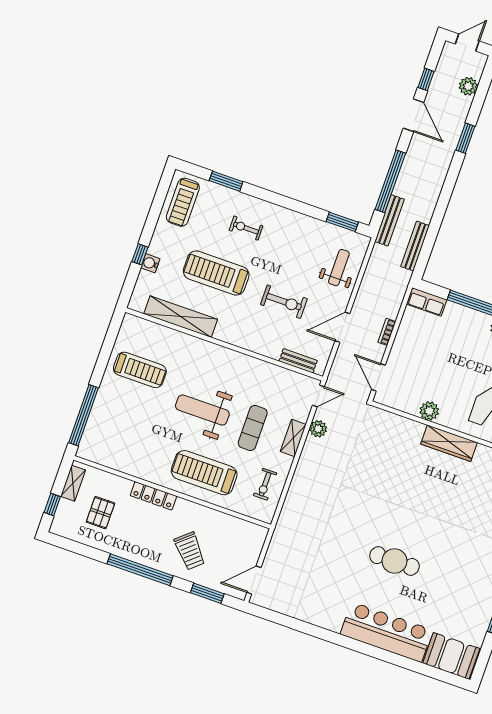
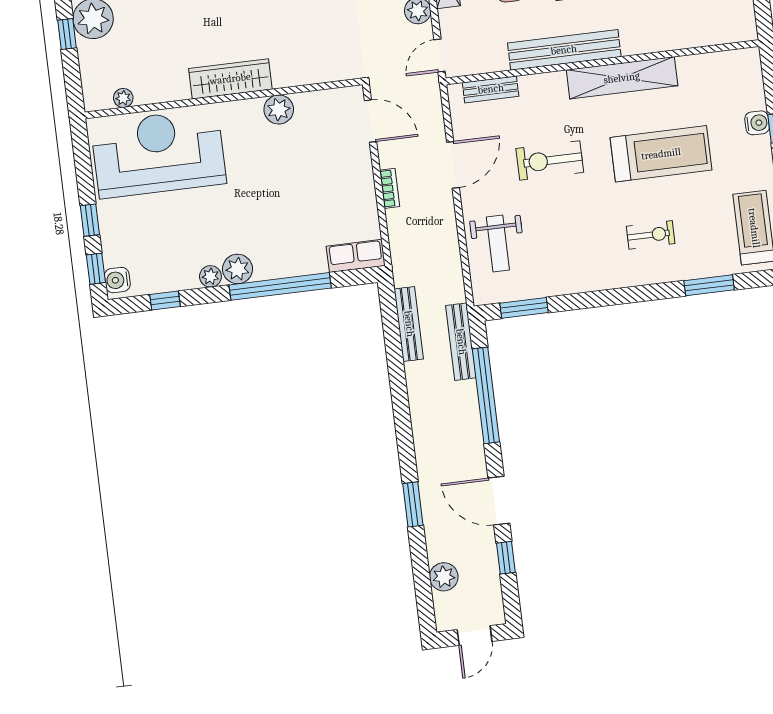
shelving: (181, 317) -> (622, 78), moved
bench: (243, 363) -> (564, 50), added

